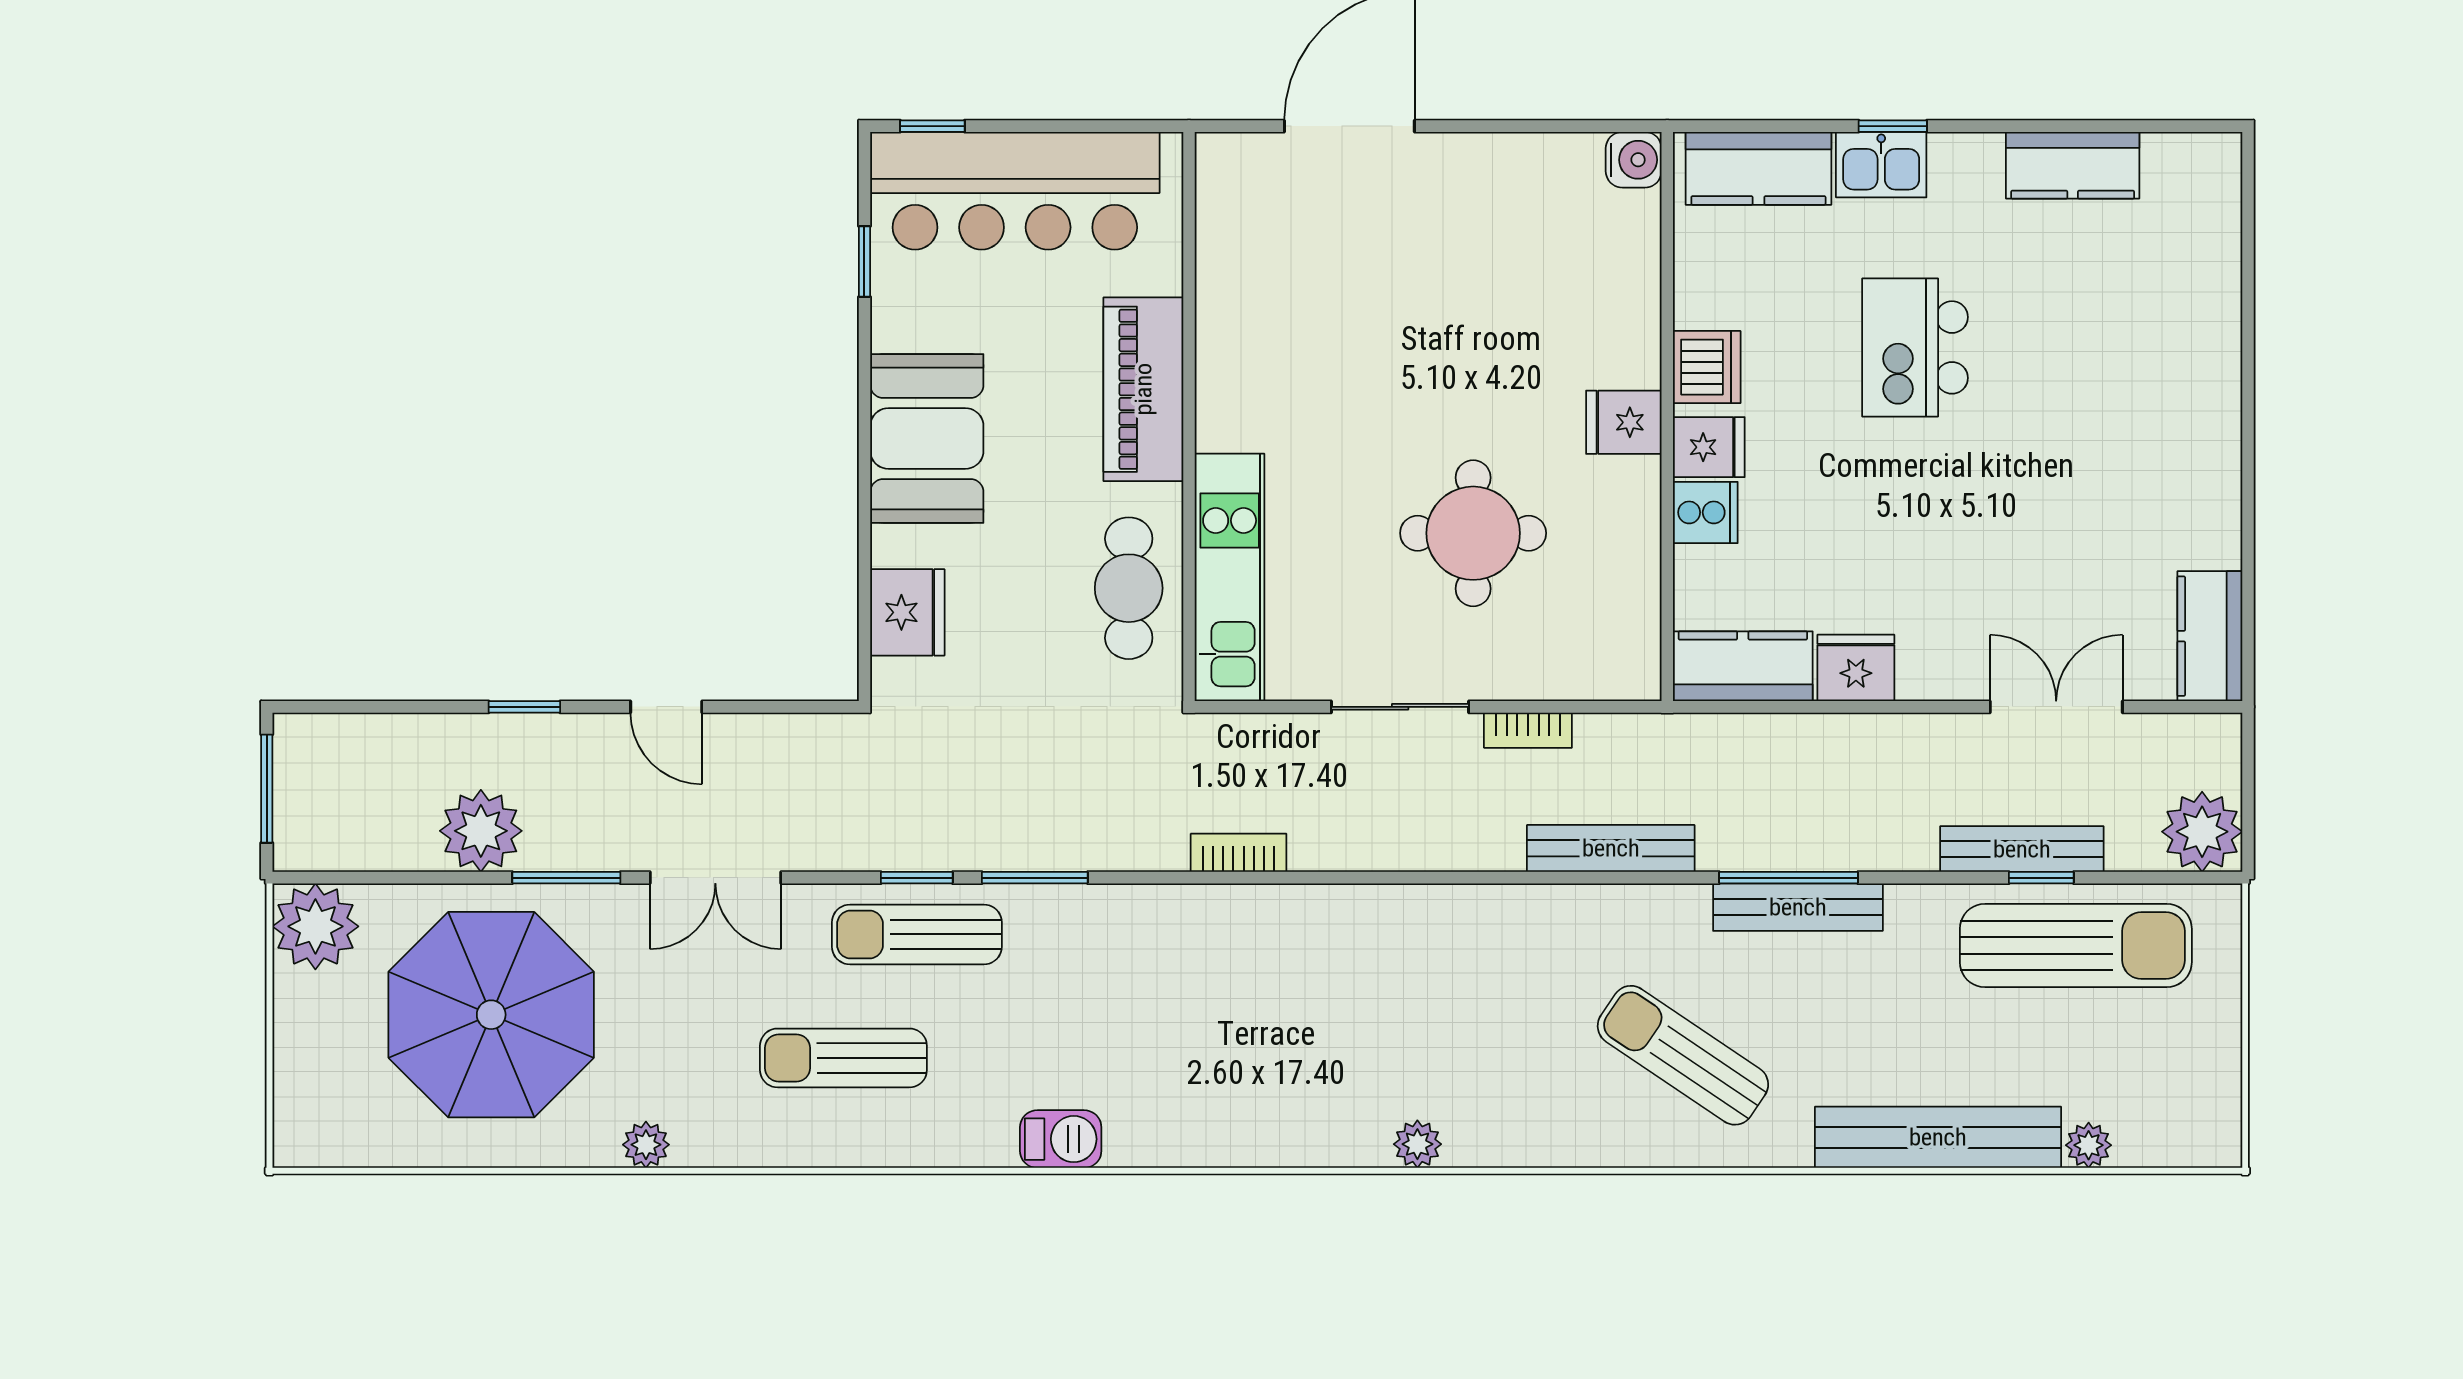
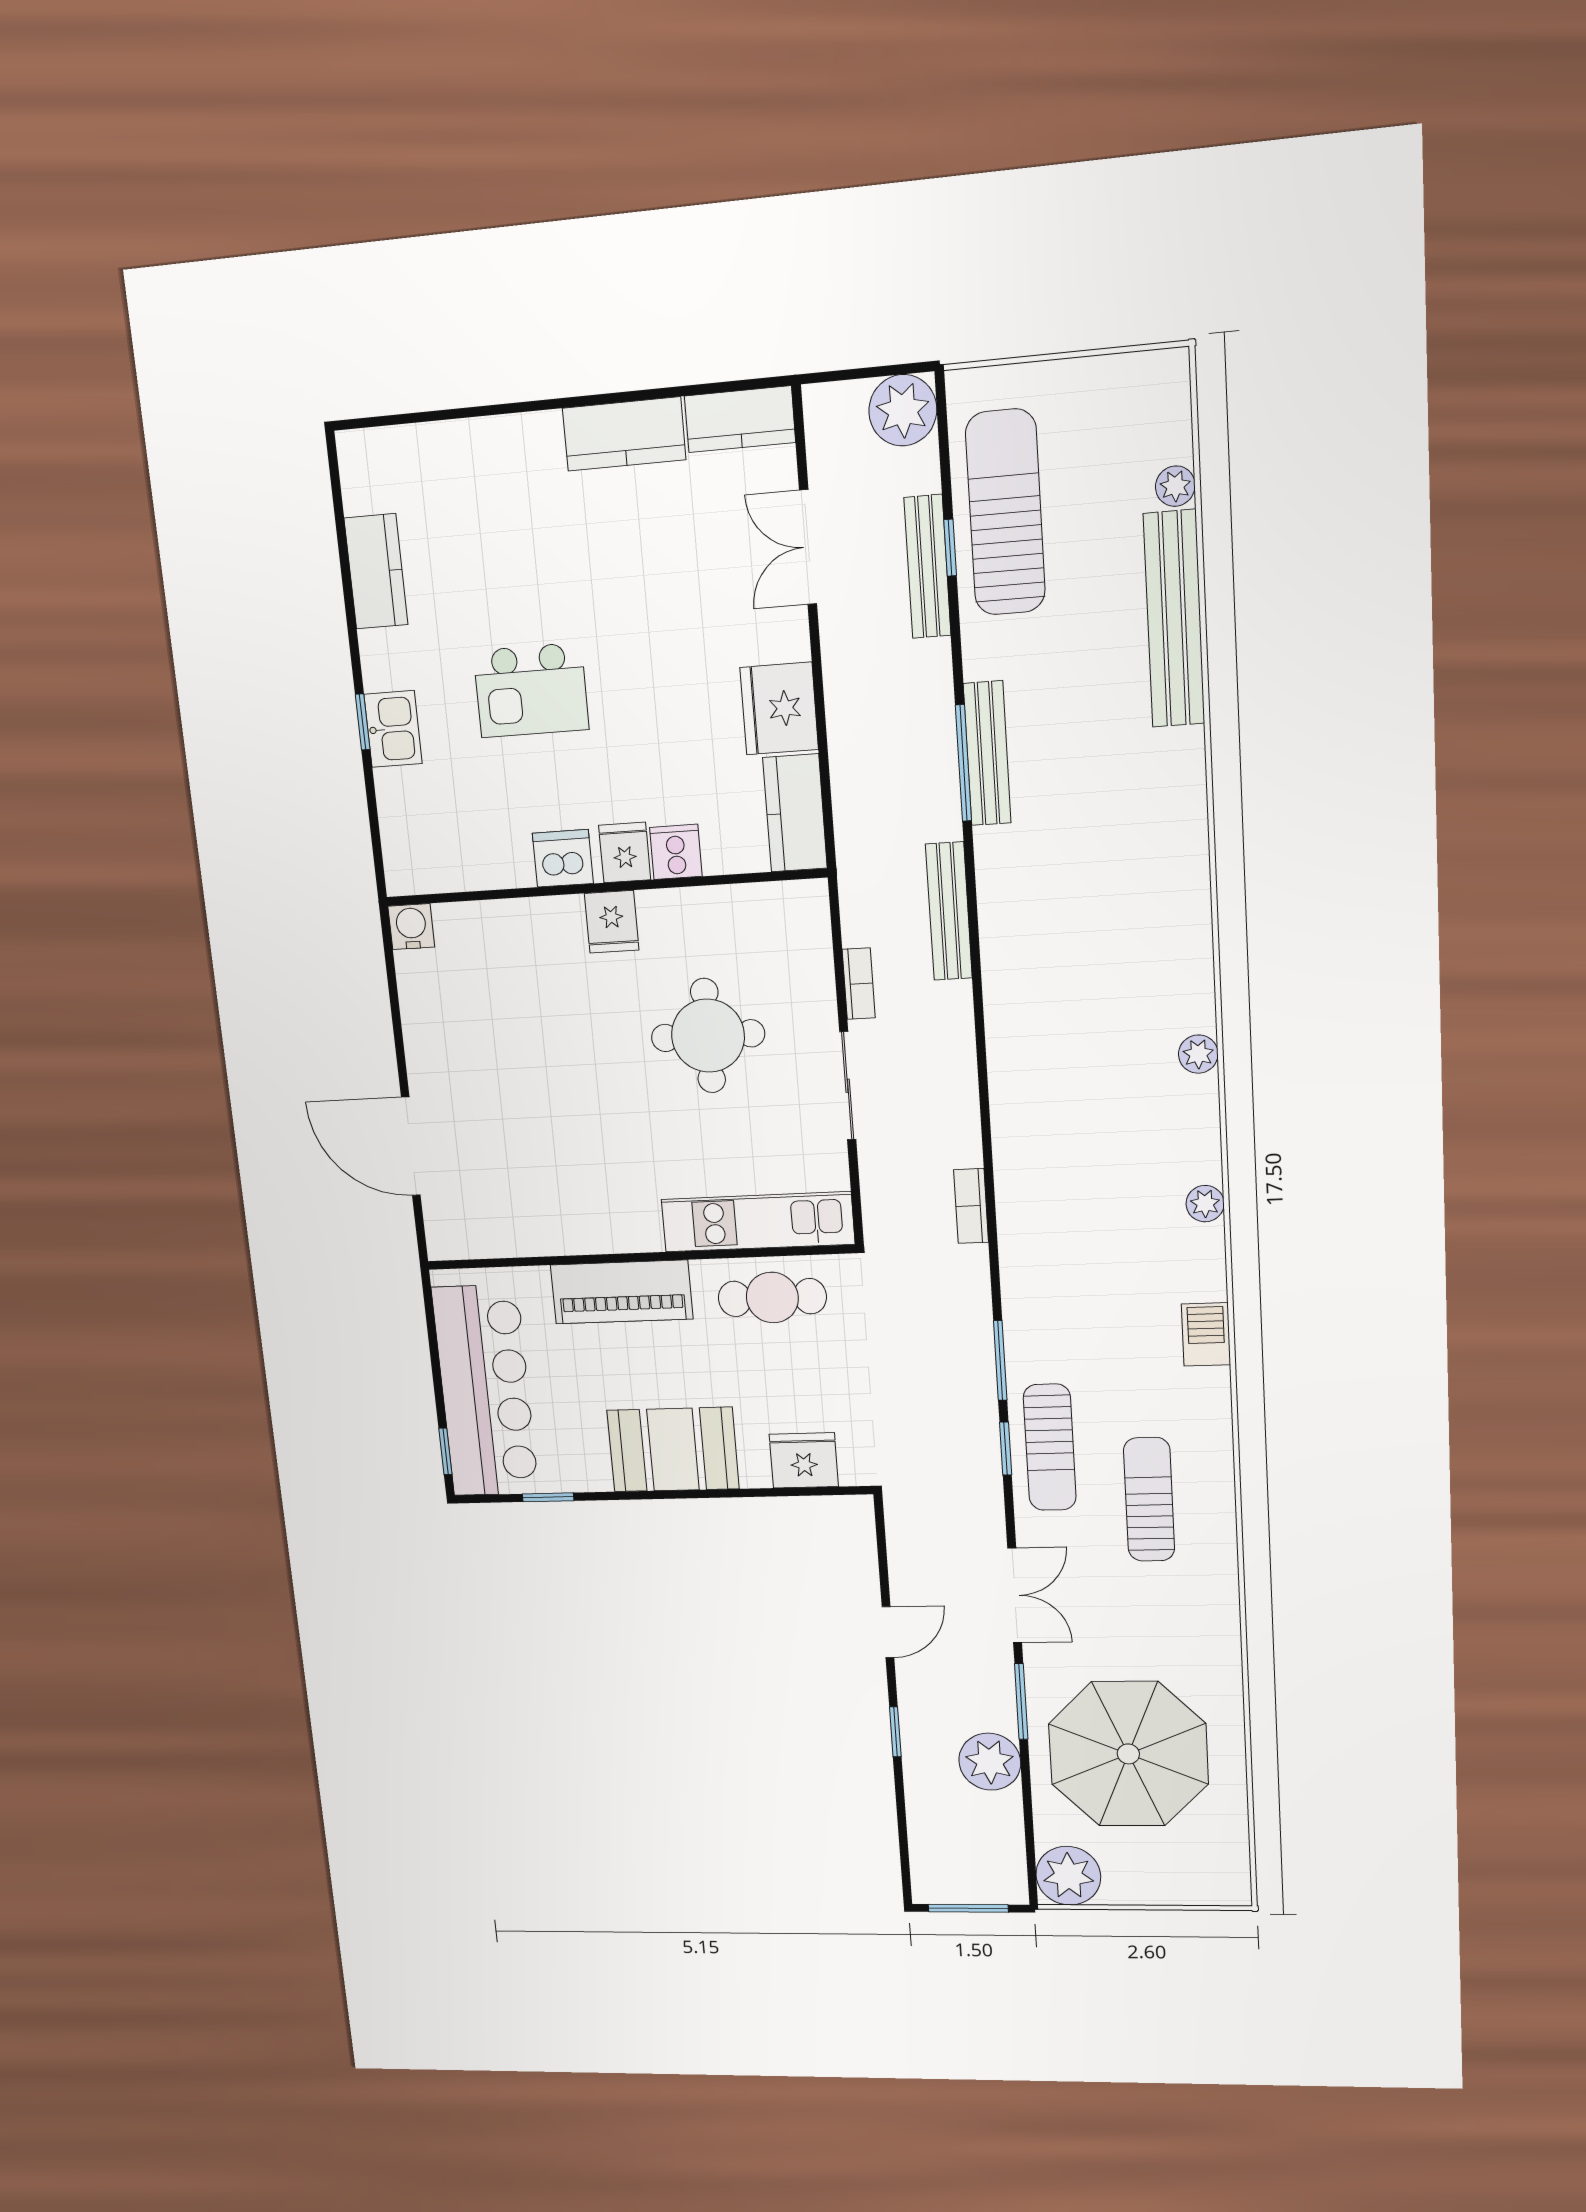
kitchen counter: (1758, 168) -> (624, 434), moved, turned 90
fridge: (1856, 668) -> (779, 708), width x1.36, depth x1.34
sun lounger: (1683, 1055) -> (1115, 841), removed
sun lounger: (843, 1058) -> (1149, 1500), turned 180
plant: (646, 1145) -> (1205, 1204), moved

